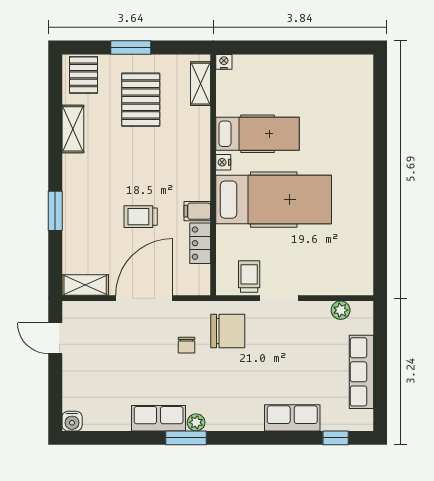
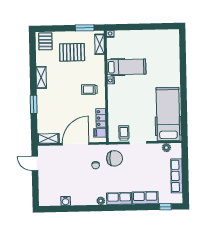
window: (131, 48) -> (85, 28), moved
pallet: (141, 100) -> (72, 52), turned 90
shelving: (73, 129) -> (41, 77), moved
hospital bed: (274, 200) -> (168, 114), moved, turned -90
filing cabinet: (197, 211) -> (100, 133), moved
trolley: (141, 217) -> (89, 90), moved
row of seats: (159, 418) -> (119, 199), moved
water cooler: (72, 421) -> (66, 201), moved
window: (186, 438) -> (96, 208), removed

